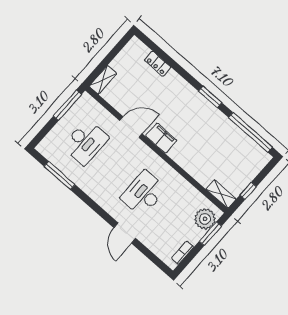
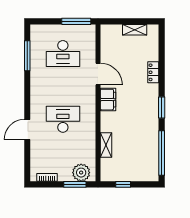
locker: (158, 64) -> (153, 72), moved
shelving: (103, 80) -> (135, 30), moved
shelving: (221, 194) -> (106, 145), moved

